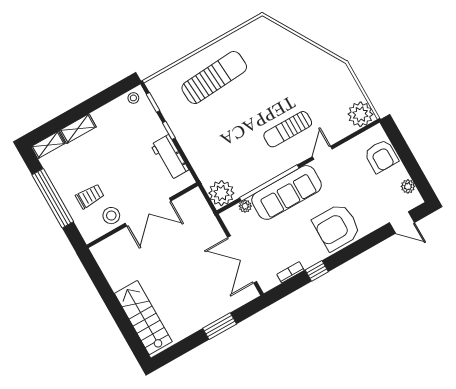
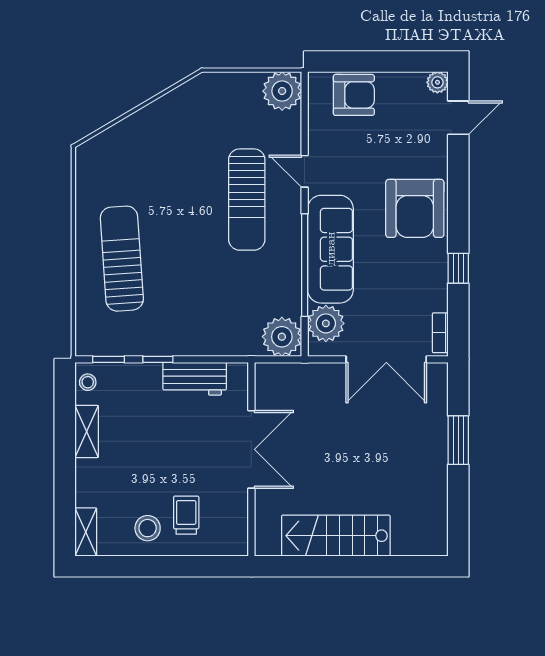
shelving: (78, 129) -> (87, 431), moved
sun lounger: (288, 129) -> (247, 200), width x1.36, depth x1.34
plant: (408, 186) -> (437, 82), moved
window: (53, 198) -> (161, 566), removed
plant: (245, 206) -> (326, 323), width x1.87, depth x1.87
stool: (111, 216) -> (148, 528), moved
bookcase: (291, 272) -> (440, 333), moved
stairs: (143, 318) -> (336, 536), moved

